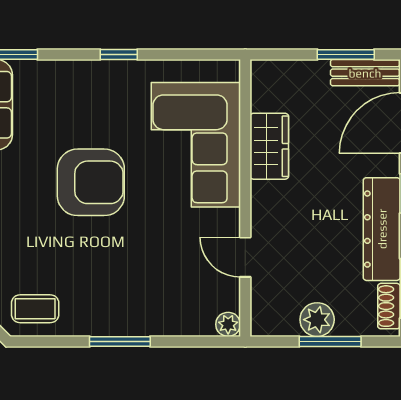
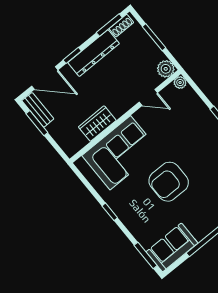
armchair: (91, 182) -> (169, 182), turned -90
door: (245, 257) -> (148, 97), hinge flipped
plant: (317, 320) -> (166, 69), moved

